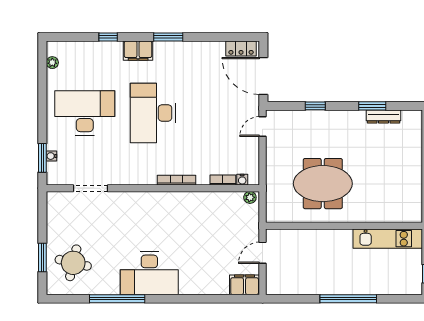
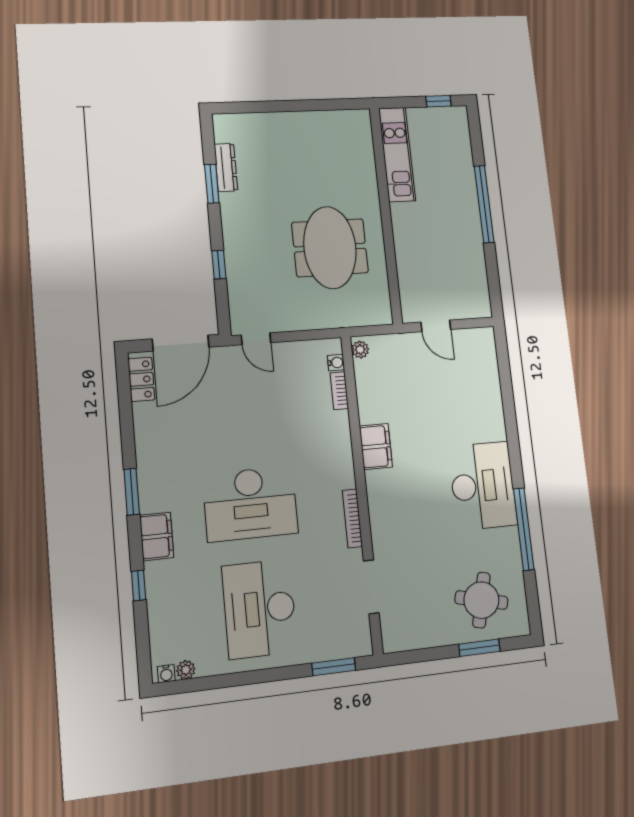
water cooler: (51, 156) -> (166, 674), moved
bookcase: (177, 180) -> (352, 518), moved
filing cabinet: (245, 285) -> (376, 447), moved, turned 180

